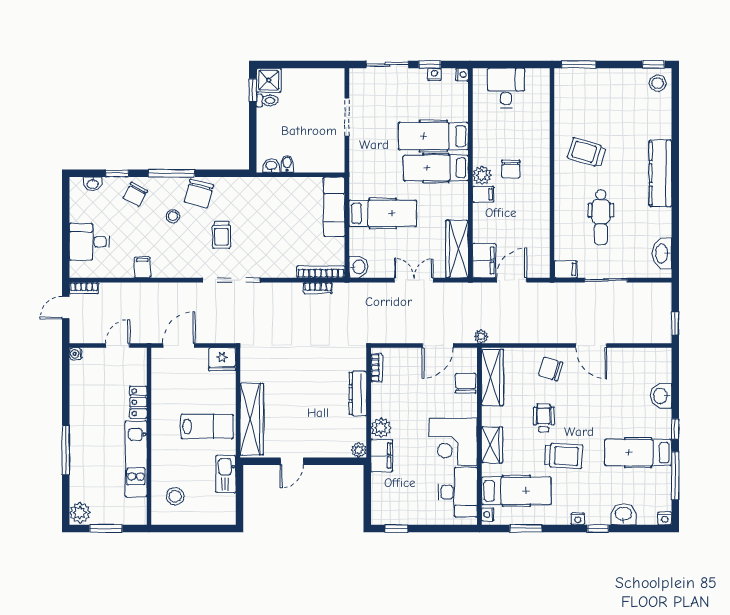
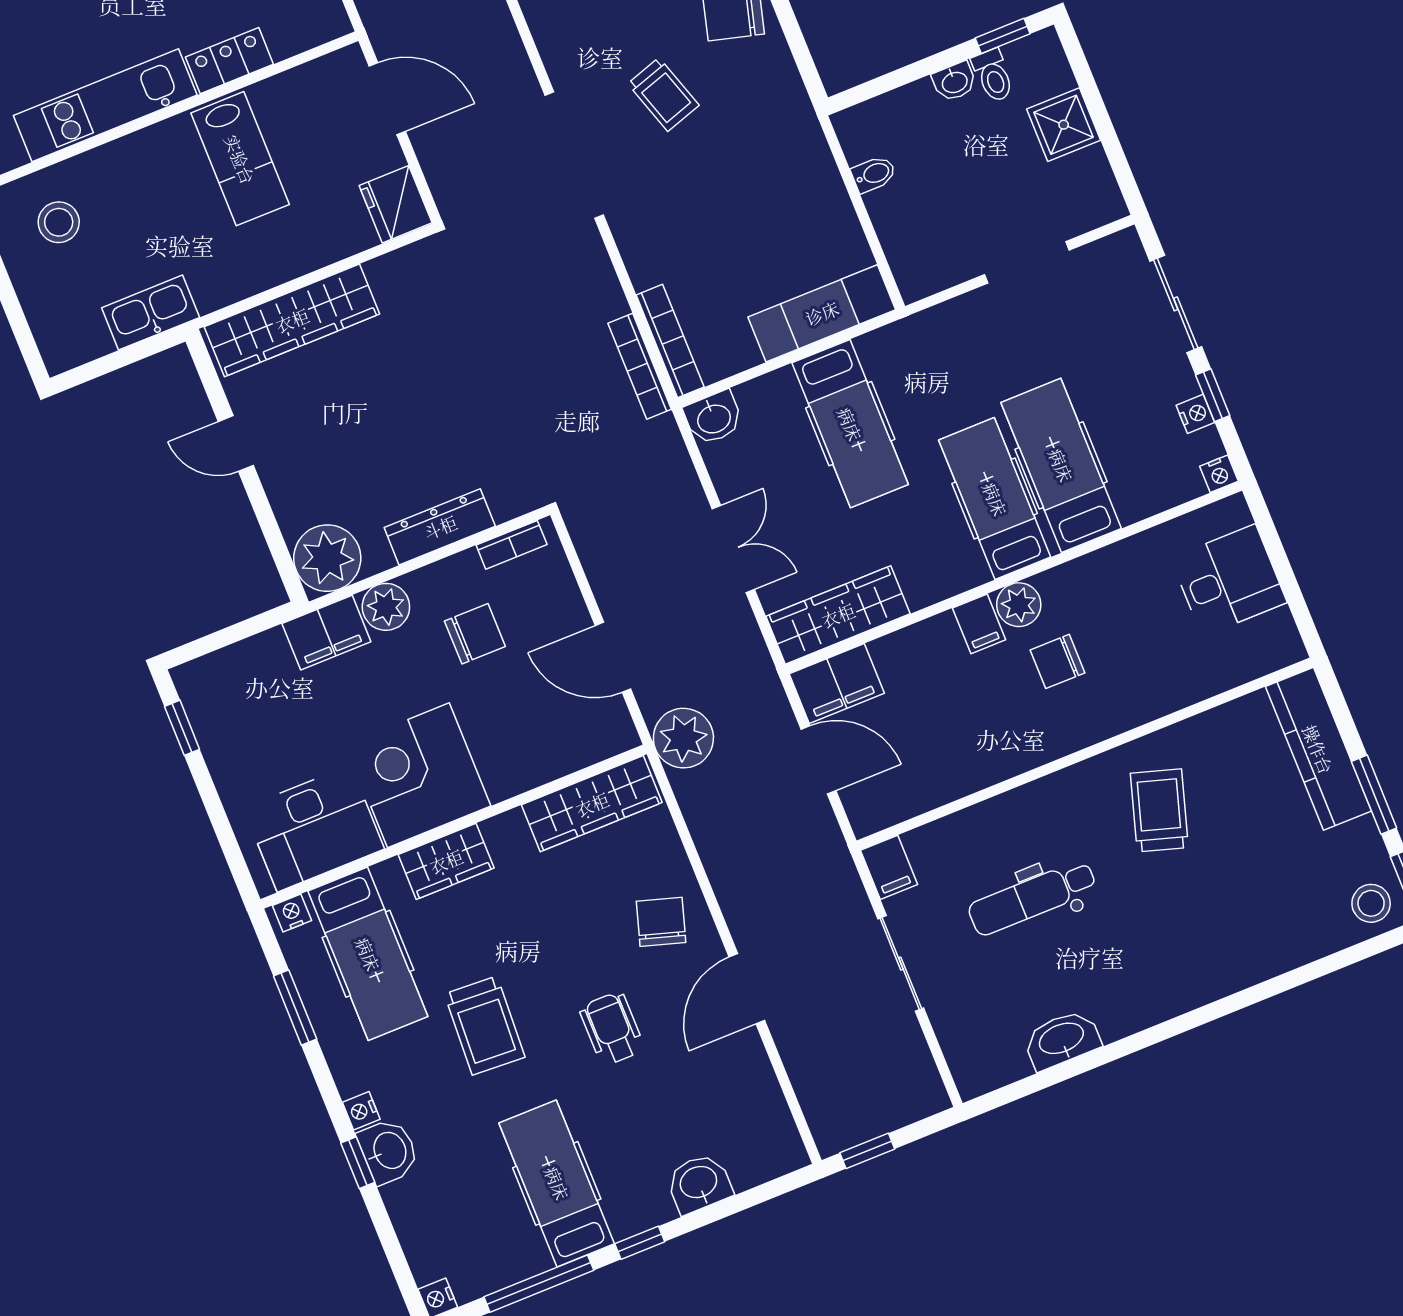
window: (579, 64) -> (1374, 795), moved
shower: (269, 80) -> (1064, 125), moved
washbasin: (271, 166) -> (954, 82), moved, turned 90
kitchen counter: (660, 173) -> (1318, 749), moved, turned -90
trolley: (221, 235) -> (663, 94), turned -108
washbasin: (662, 253) -> (1062, 1040), moved
bookcase: (318, 288) -> (640, 366), width x1.56
plant: (481, 336) -> (683, 738), width x1.88, depth x1.88
chair: (466, 383) -> (475, 634), moved
wheelchair: (544, 418) -> (612, 1028), moved, turned -90
lab bench: (207, 426) -> (240, 159), moved
plant: (359, 450) -> (327, 558), width x1.87, depth x1.87
washbasin: (623, 514) -> (389, 1151), moved

